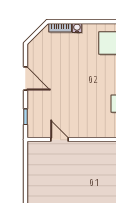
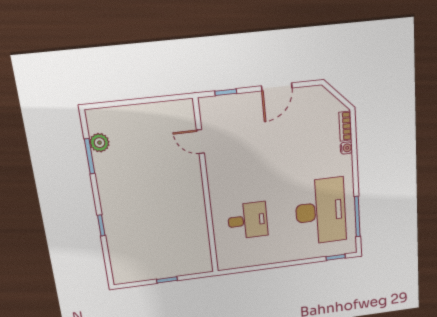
door: (59, 140) -> (200, 142), swing flipped

